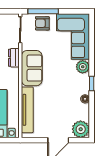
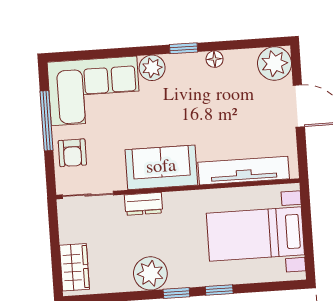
window: (43, 11) -> (47, 121), moved

